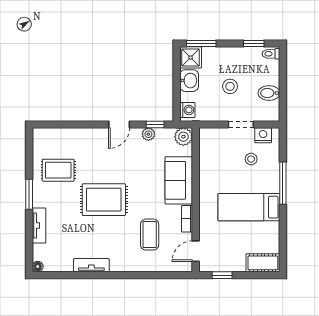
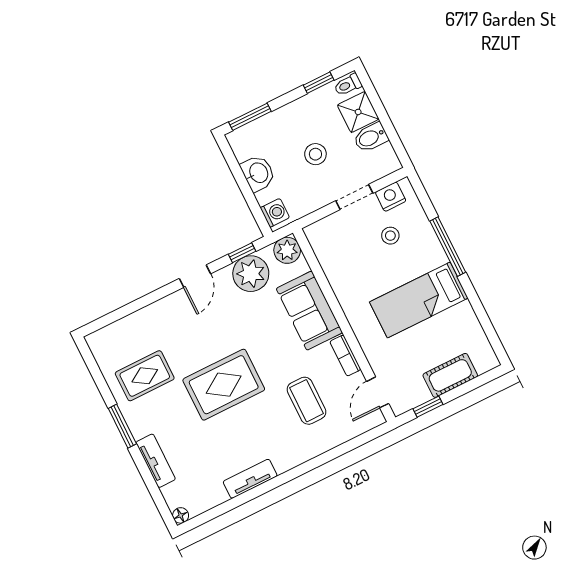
shower: (191, 57) -> (358, 112), moved
plant: (148, 134) -> (251, 274), width x1.87, depth x1.87
cot: (263, 263) -> (450, 375), moved

